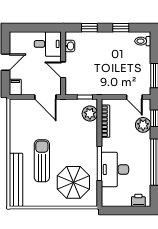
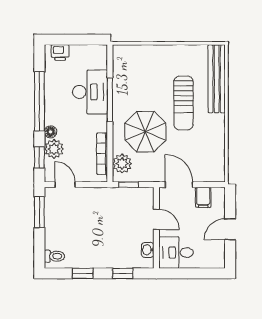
filing cabinet: (15, 87) -> (203, 197), moved
floor lamp: (146, 138) -> (51, 132), added
parasol: (73, 182) -> (145, 132), moved

